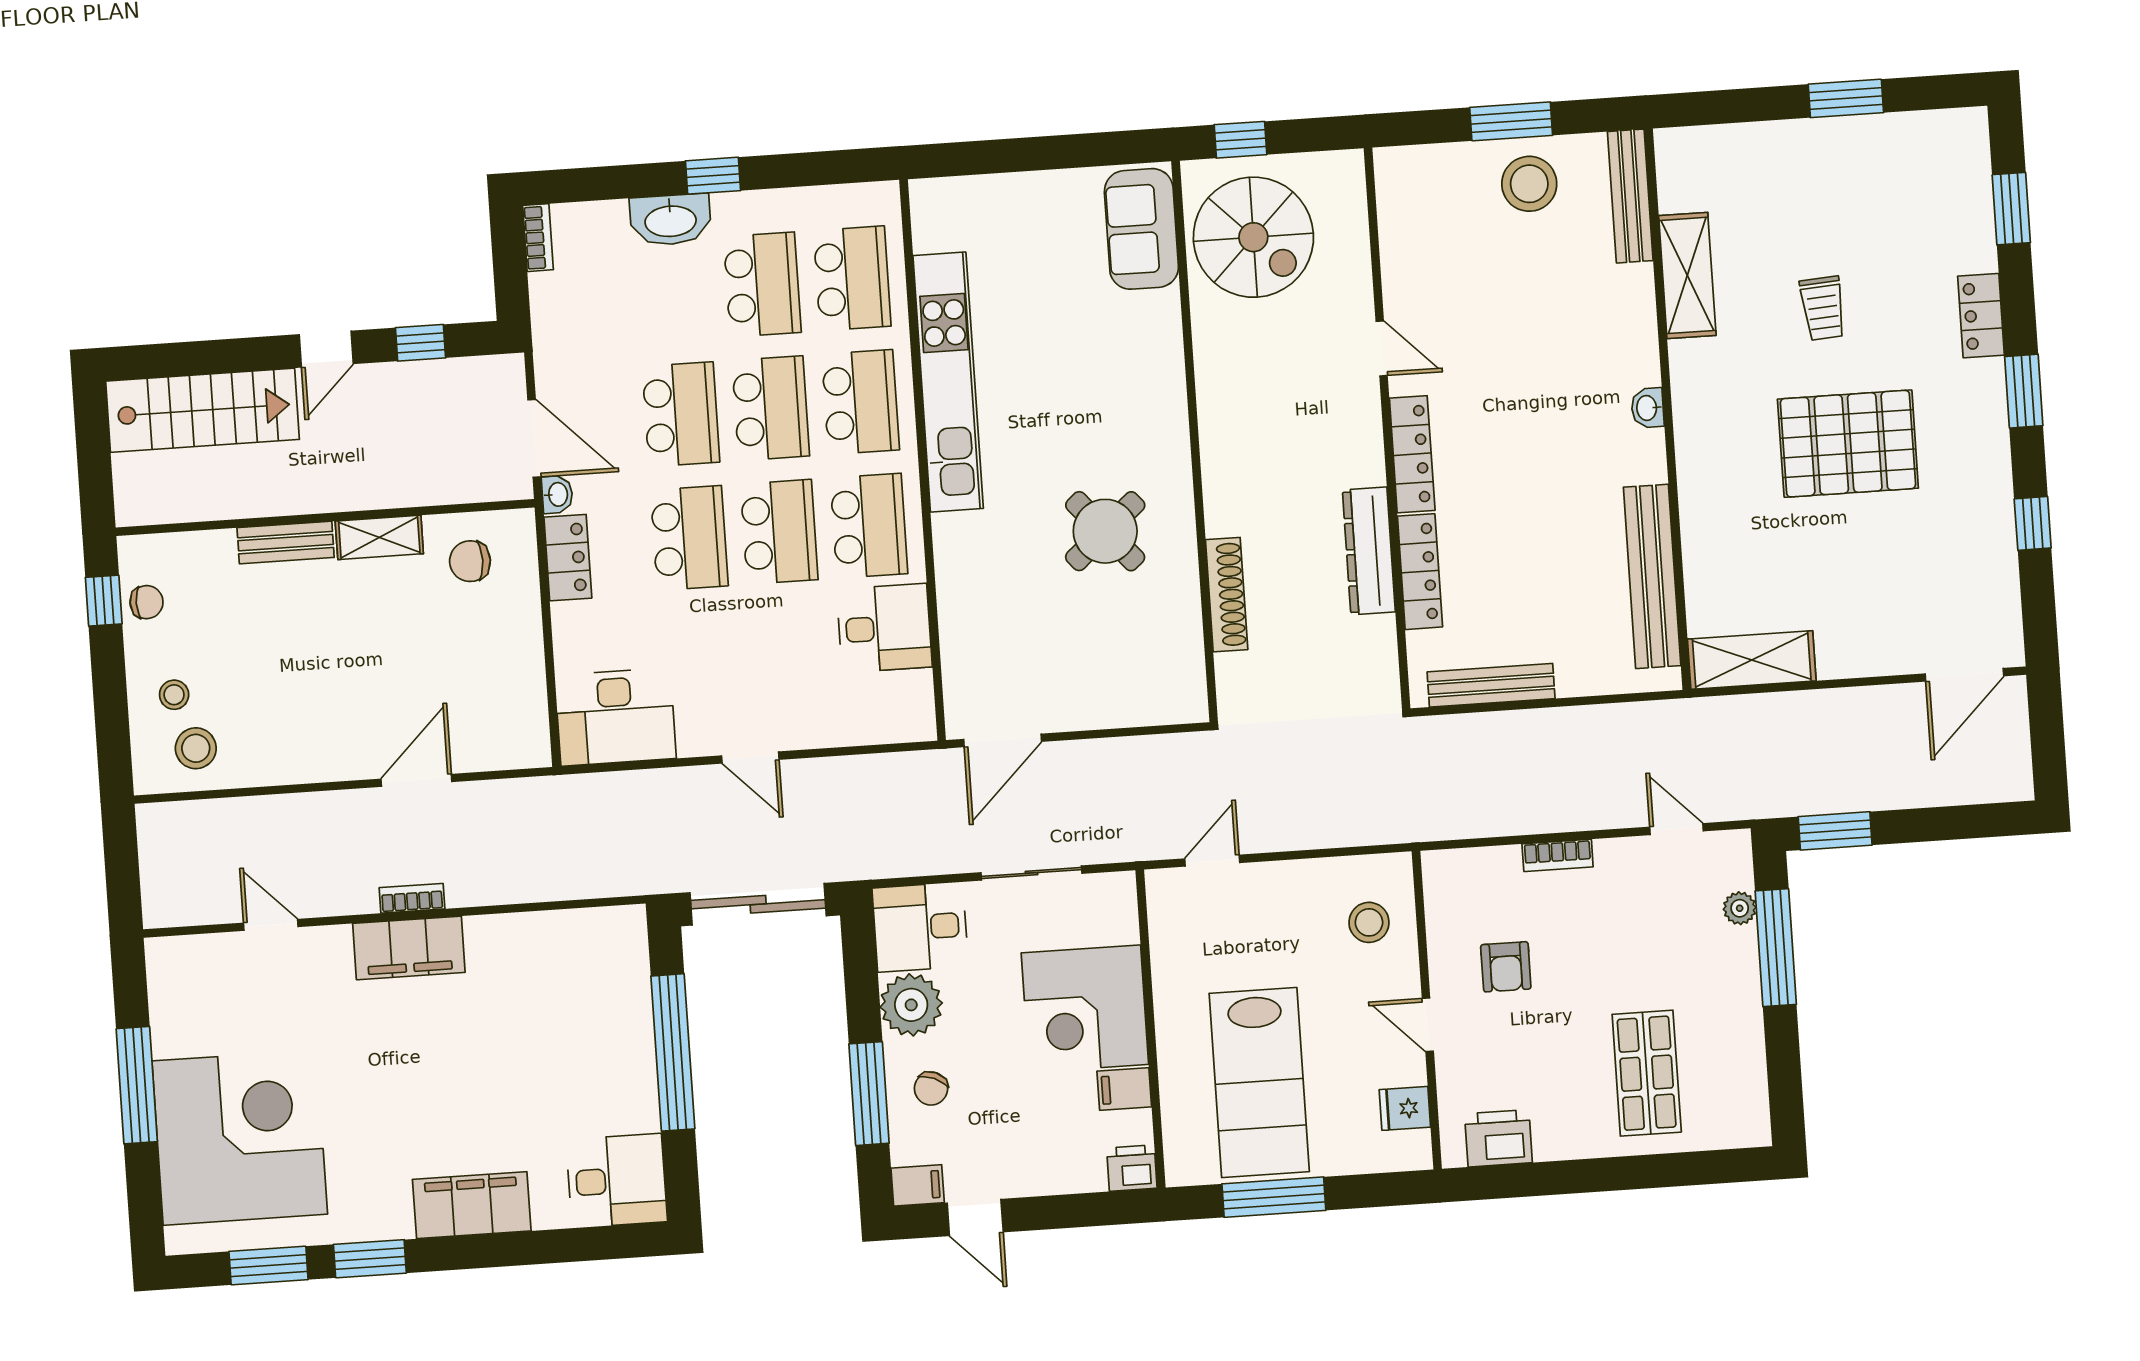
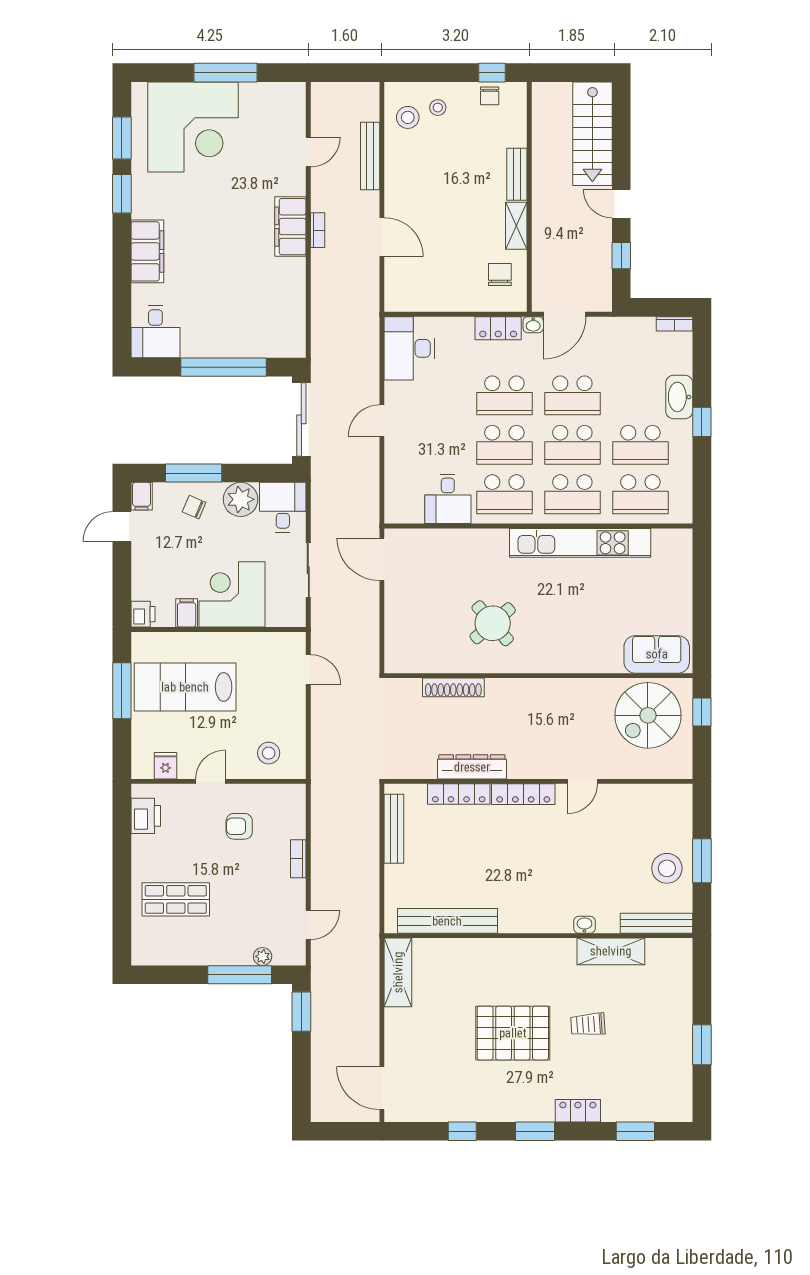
washbasin: (1648, 408) -> (584, 925), moved
pallet: (1848, 444) -> (513, 1033), turned 90
bench: (271, 812) -> (370, 156), added

